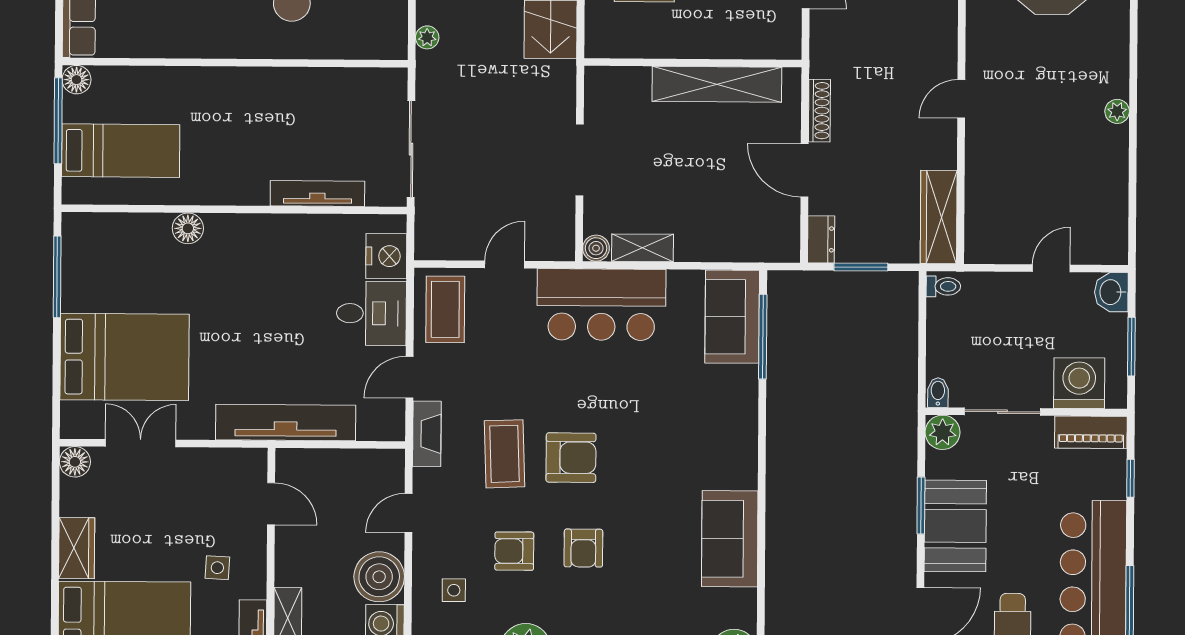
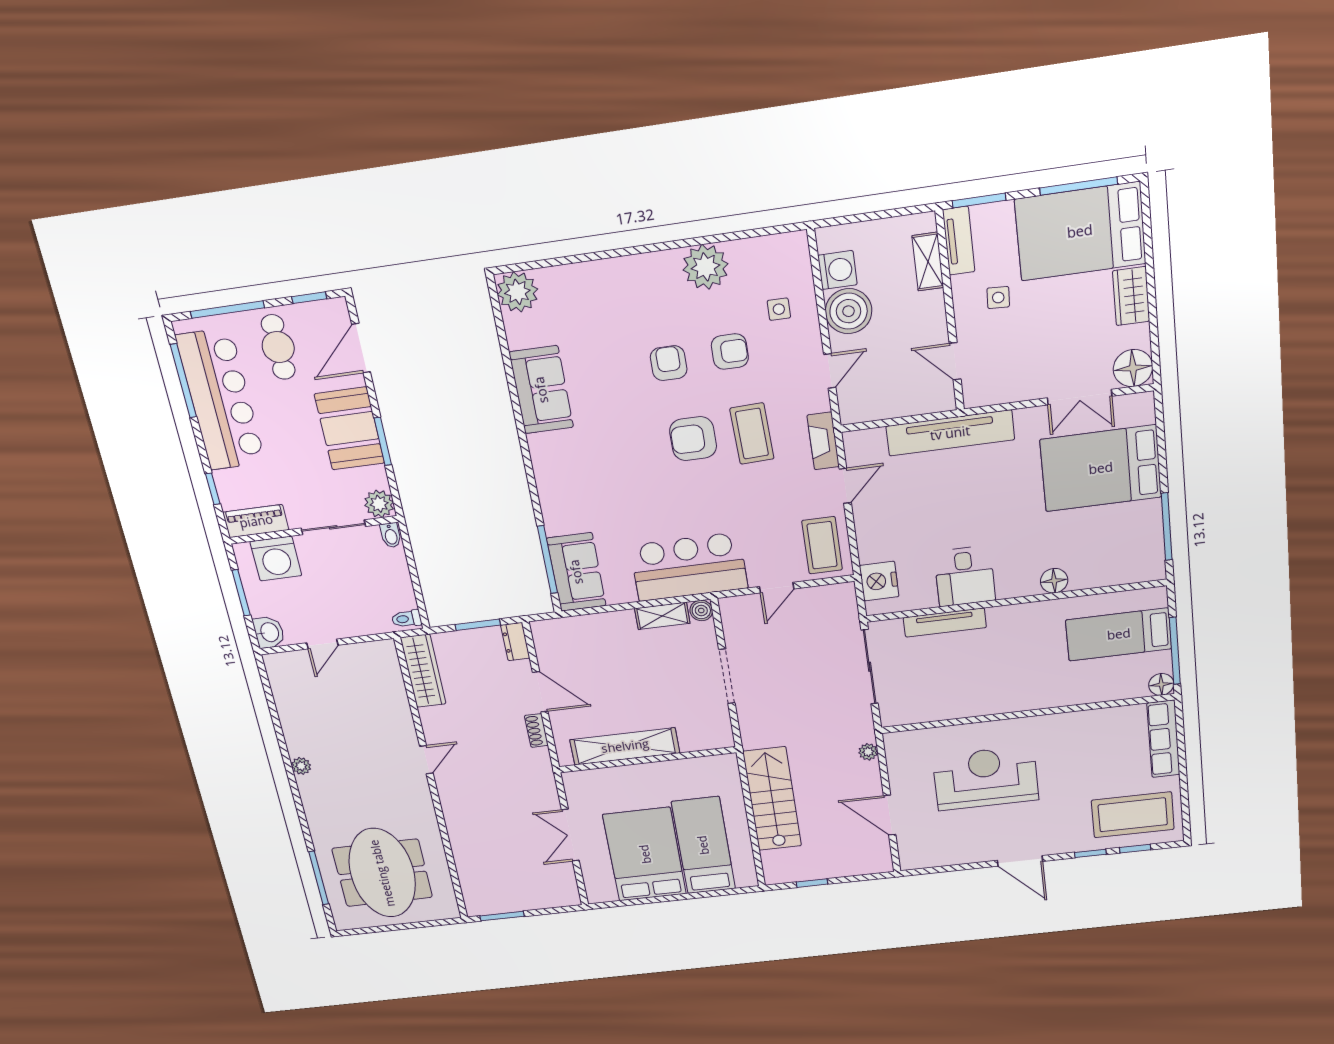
shoe rack: (819, 111) -> (536, 730), width x0.70
desk: (371, 313) -> (965, 576), moved, turned -90
floor lamp: (75, 462) -> (1133, 368), width x1.38, depth x1.38

